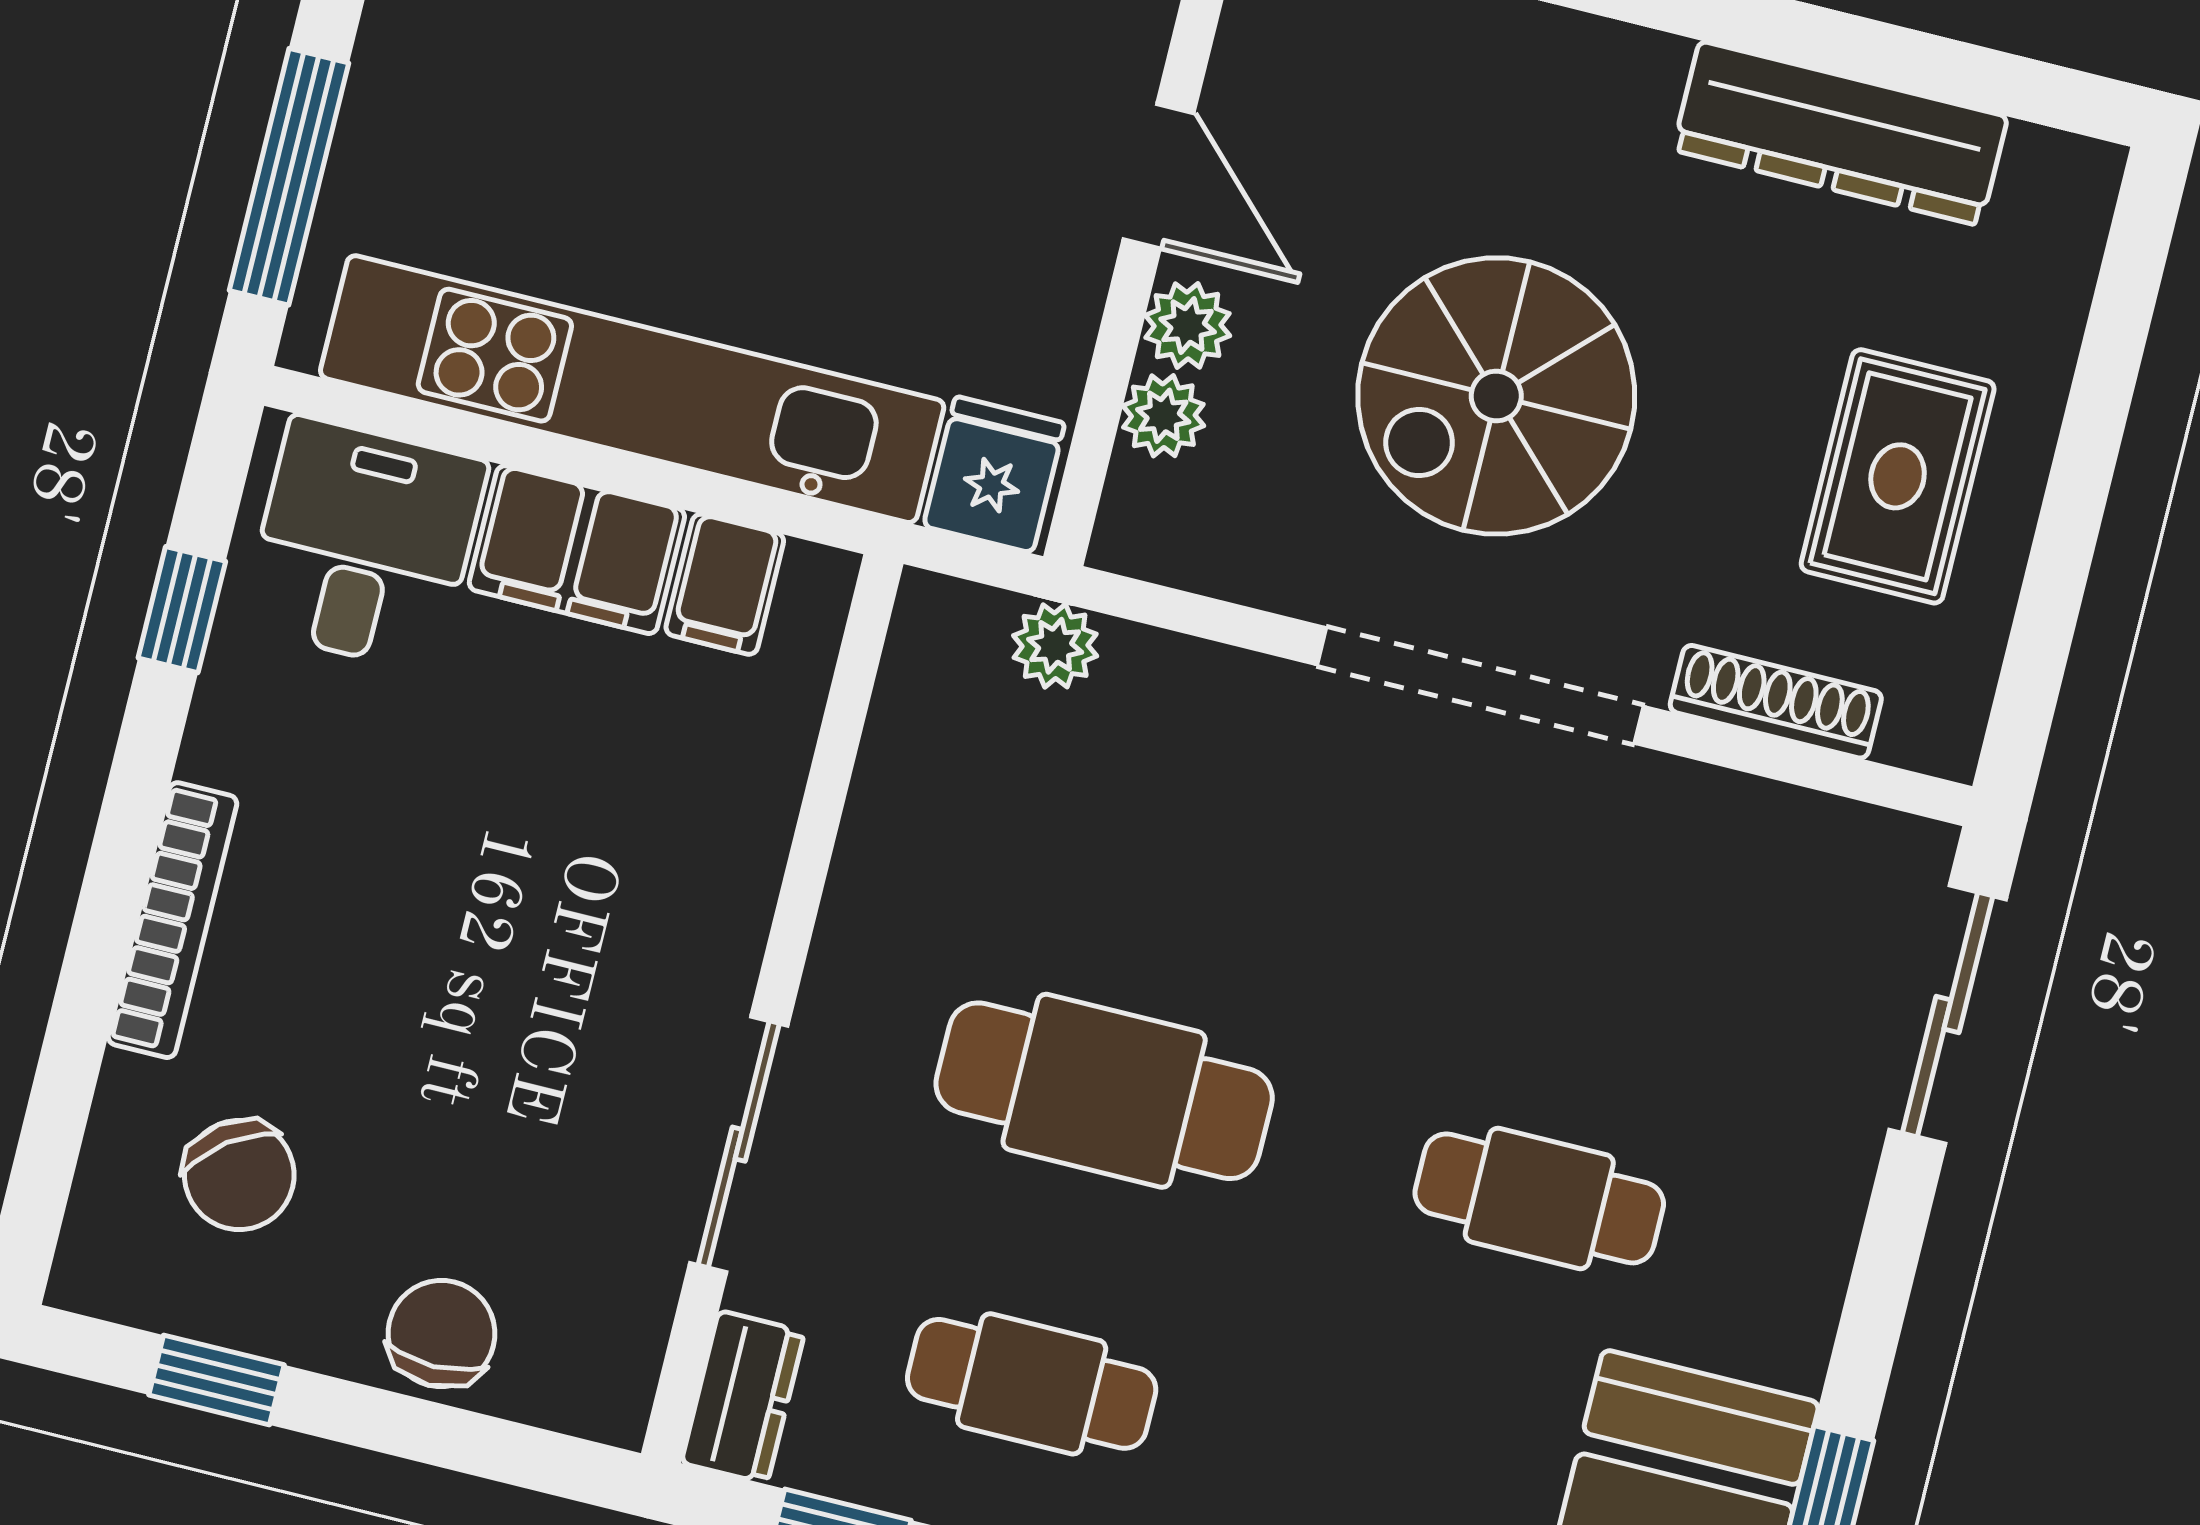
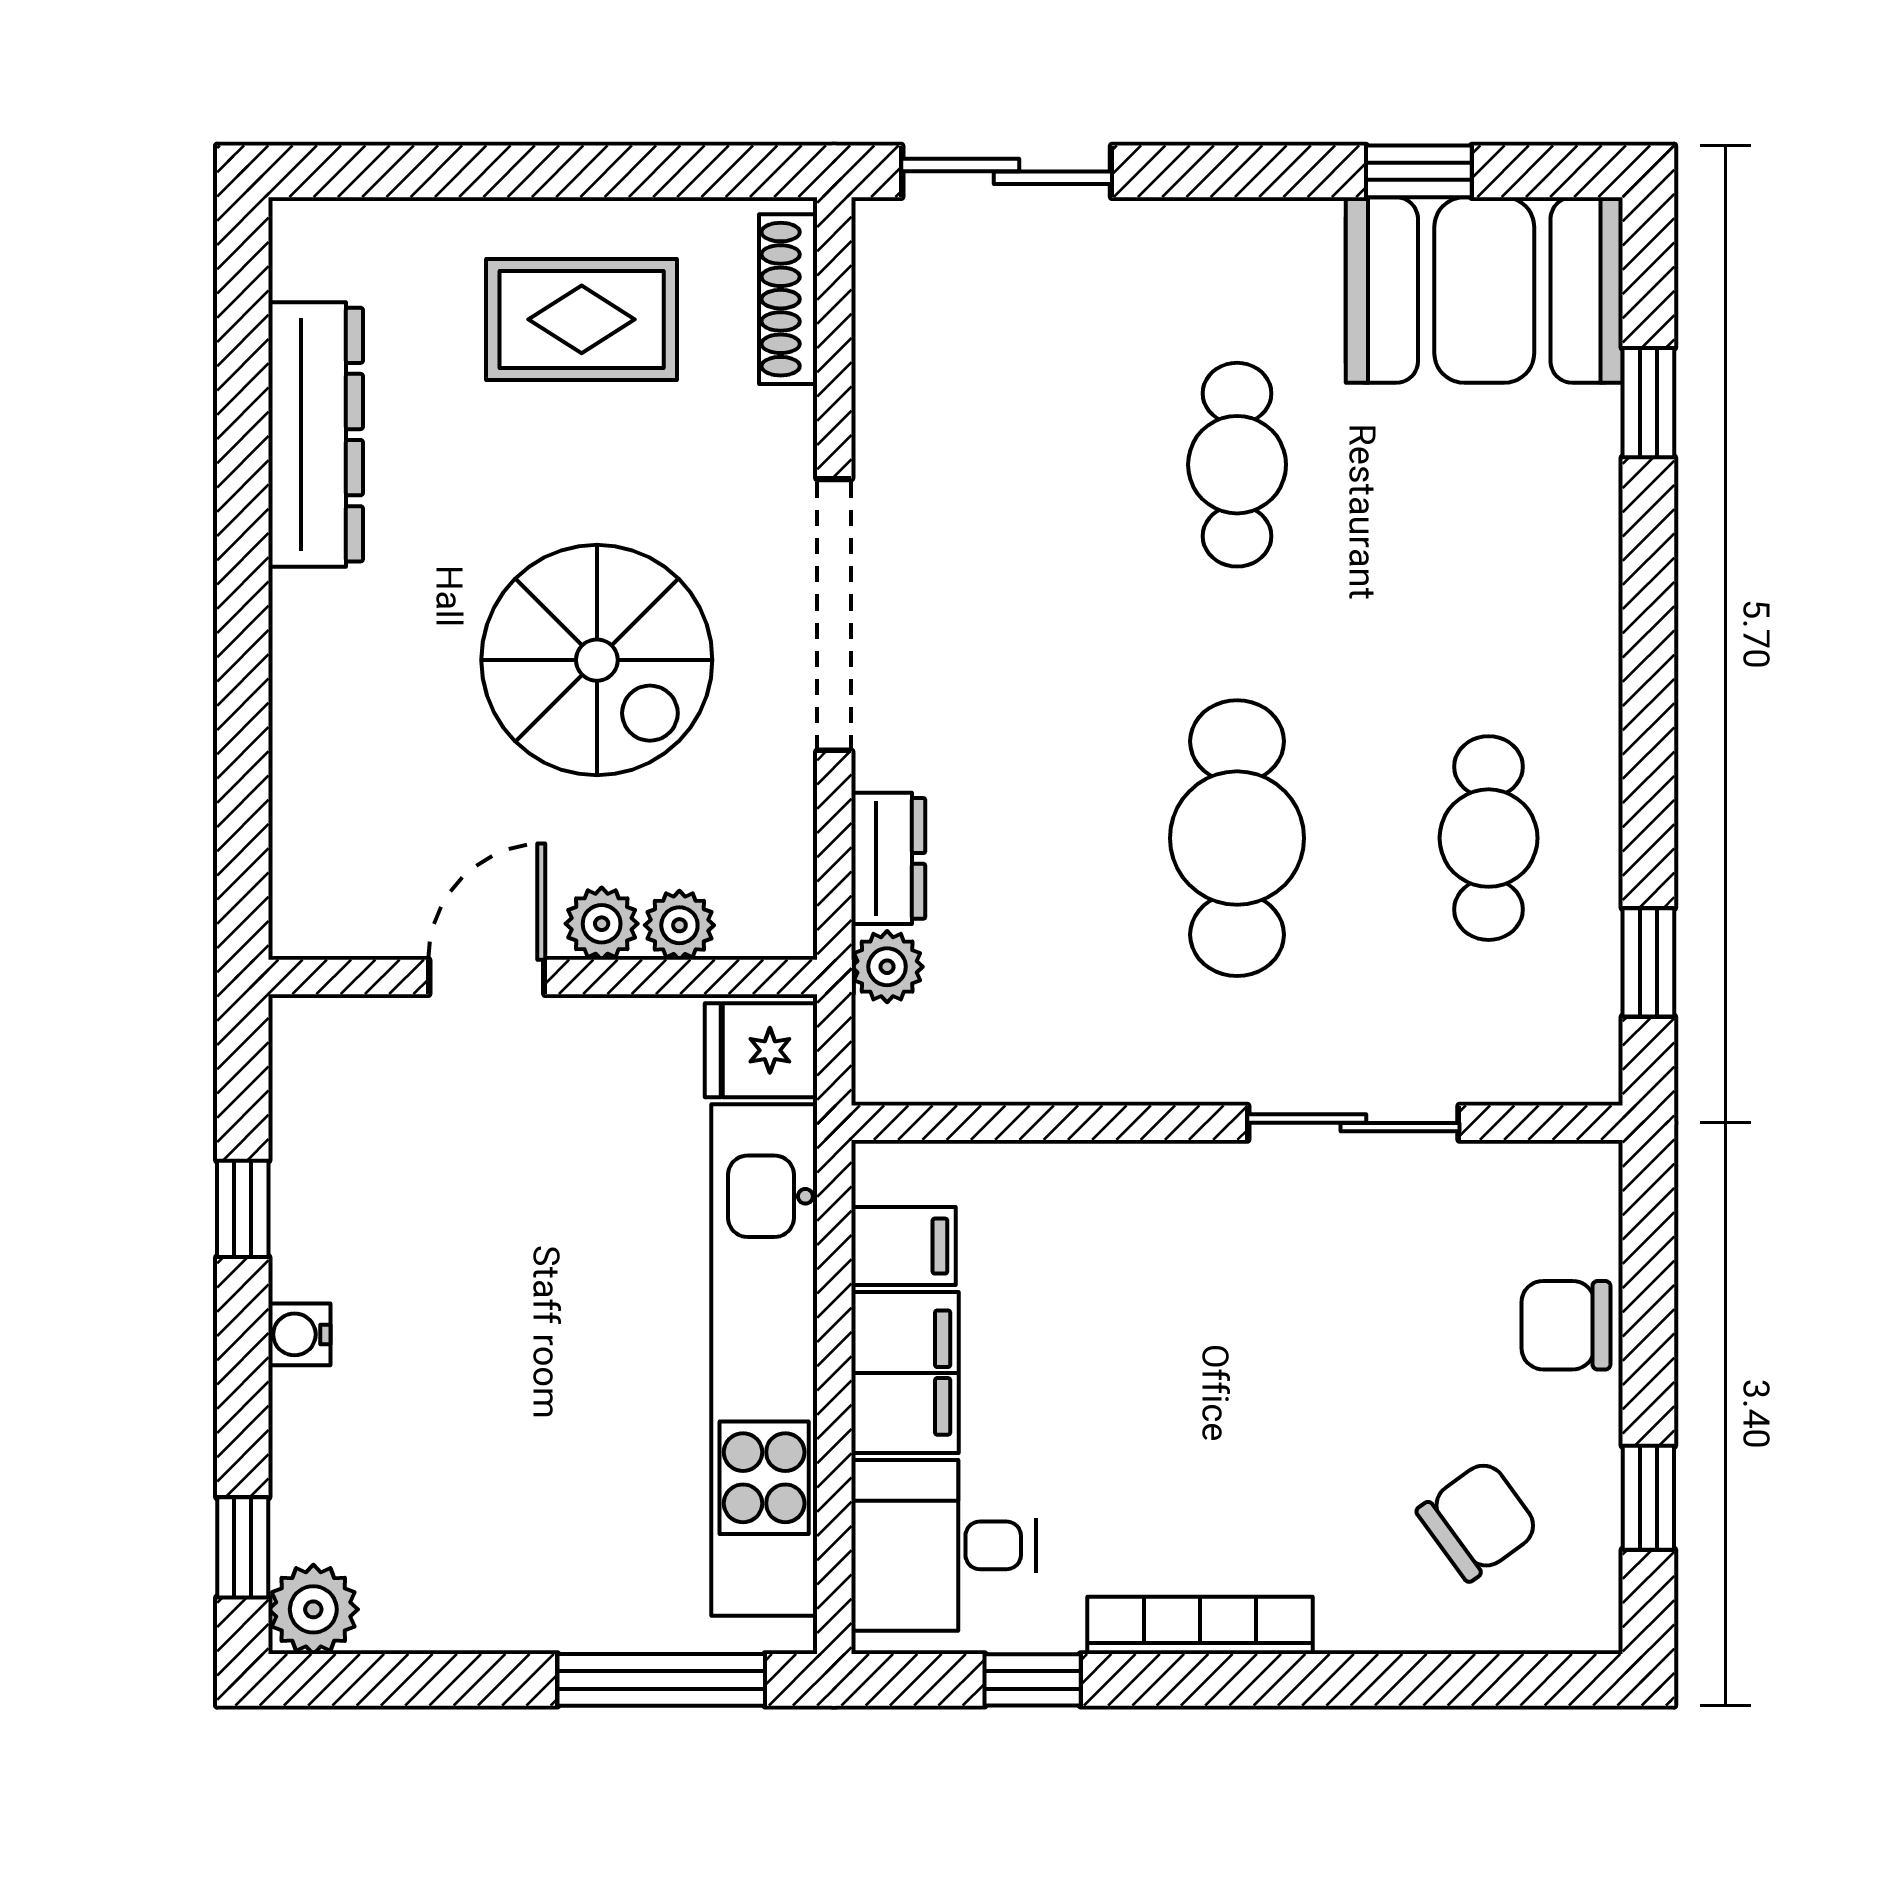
shoe rack: (1776, 702) -> (788, 299), moved
bookcase: (172, 920) -> (1200, 1625), moved
dresser: (743, 1397) -> (888, 858), moved, turned 90

